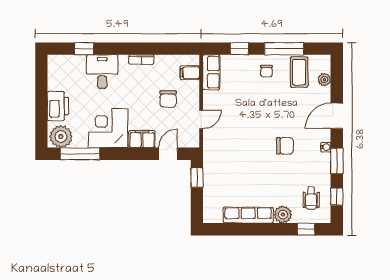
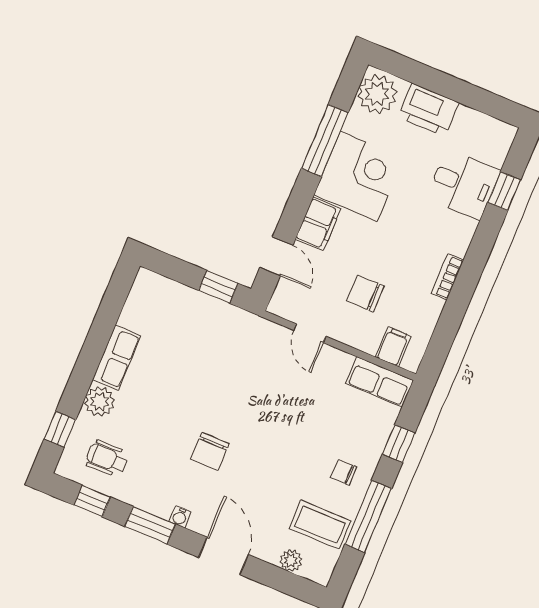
desk: (102, 72) -> (463, 184), moved
window: (80, 154) -> (325, 141), moved
row of seats: (248, 215) -> (117, 358), width x0.68

